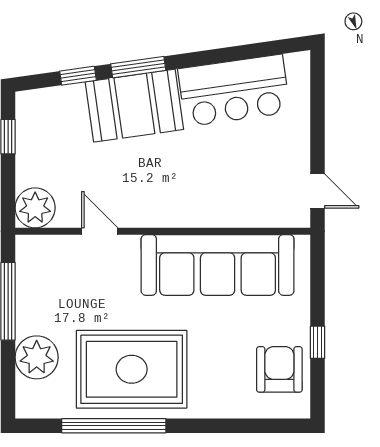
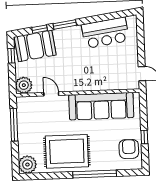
booth: (134, 106) -> (35, 46), moved
plant: (37, 357) -> (27, 165), moved
window: (114, 426) -> (95, 174), moved

